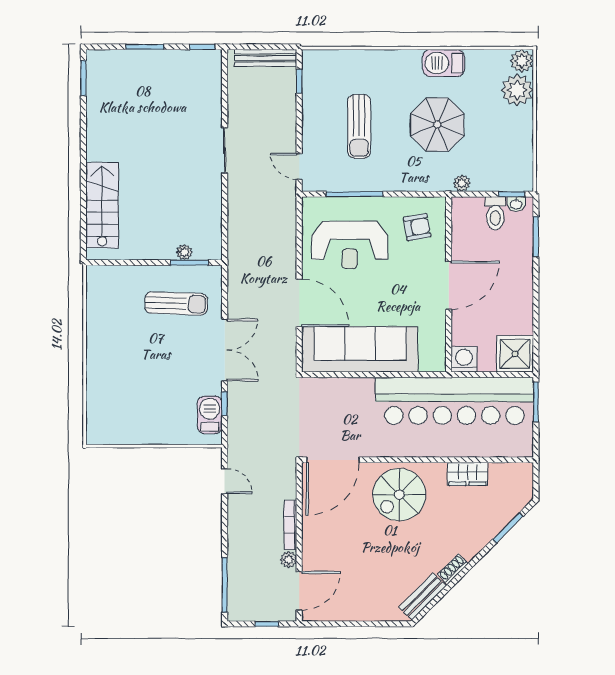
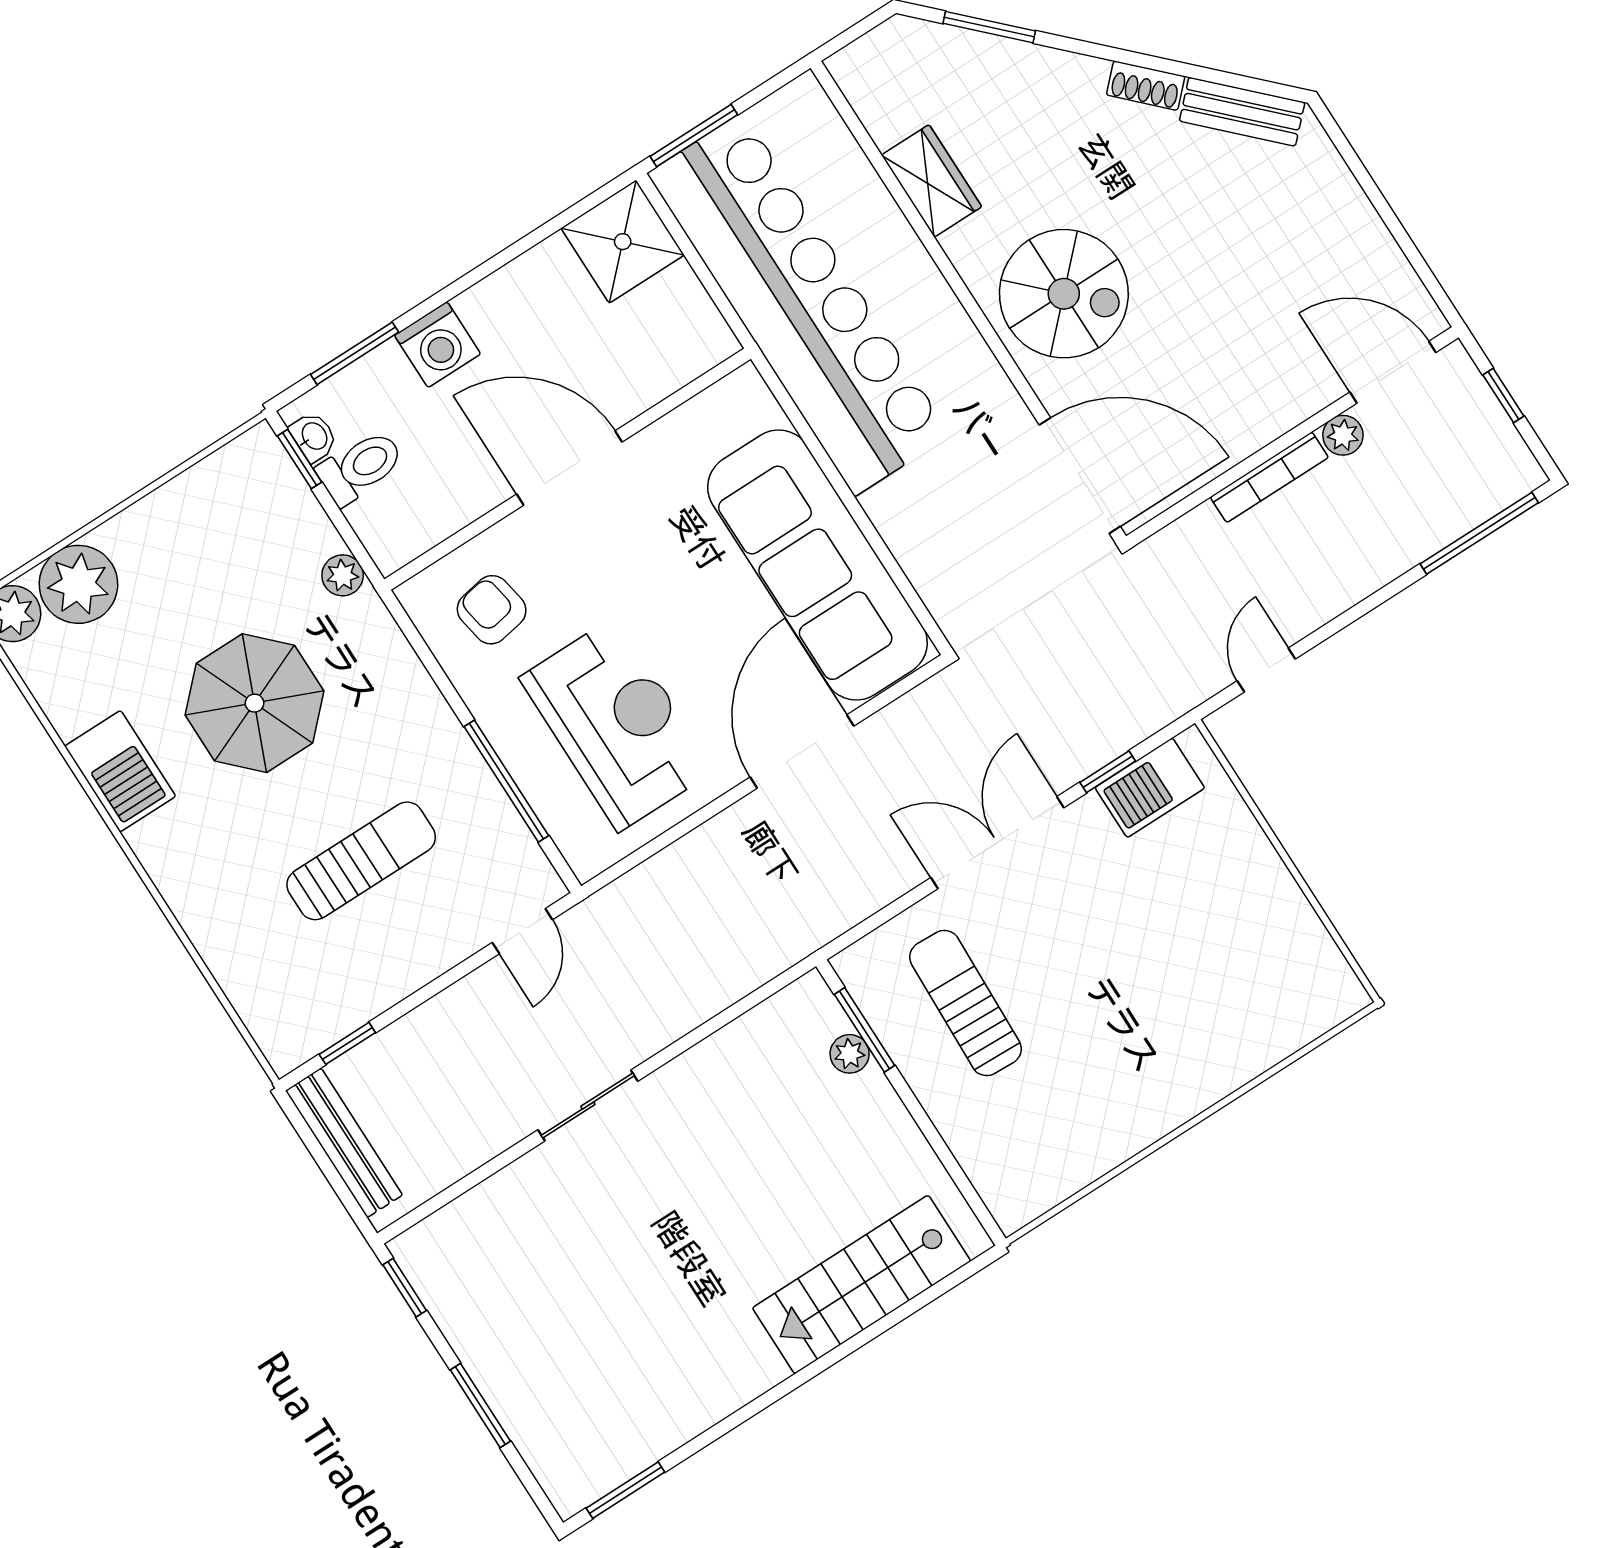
washing machine: (464, 359) -> (438, 345), moved, turned -90

